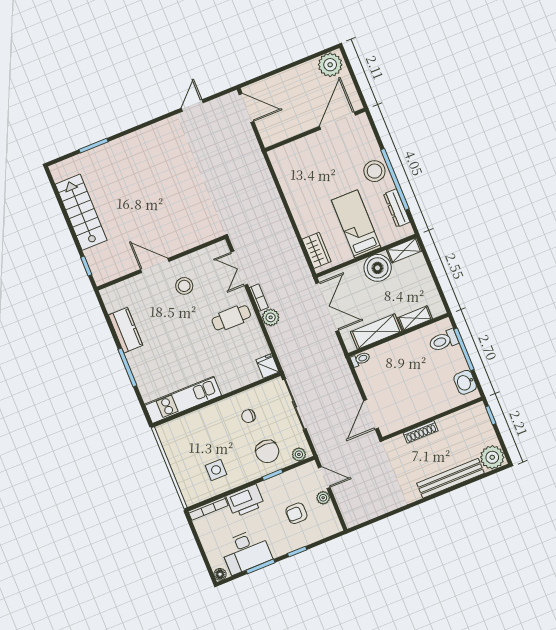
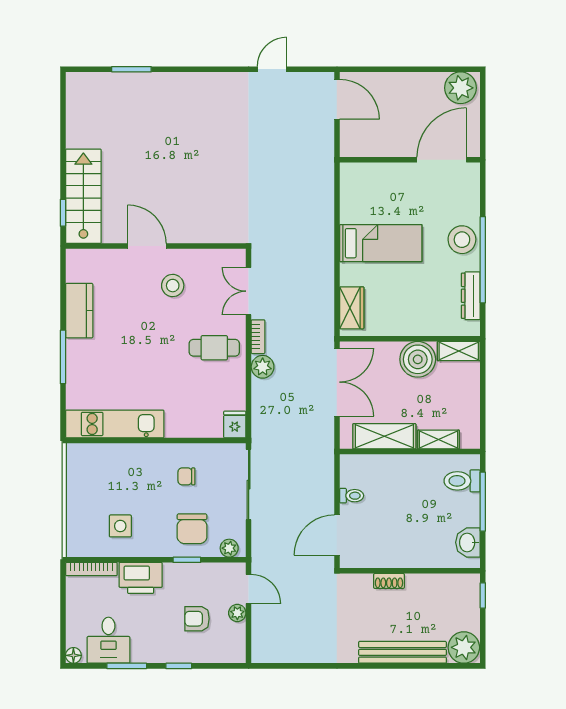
stairs: (81, 212) -> (83, 196), moved
bed: (356, 224) -> (381, 243), moved, turned 90
toilet: (360, 359) -> (352, 496), moved
shoe rack: (421, 432) -> (389, 581), width x0.70
desk: (246, 551) -> (108, 640), width x0.73

